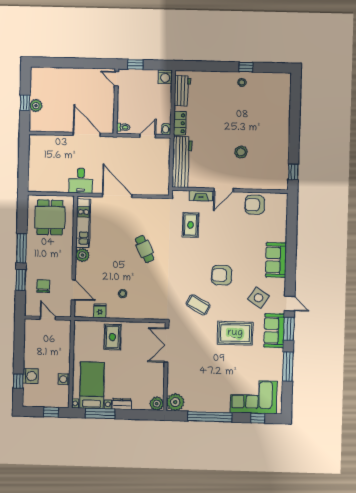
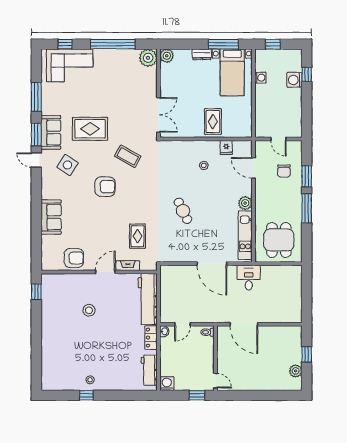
plant: (36, 106) -> (296, 371), moved
sofa: (276, 260) -> (51, 217), moved

